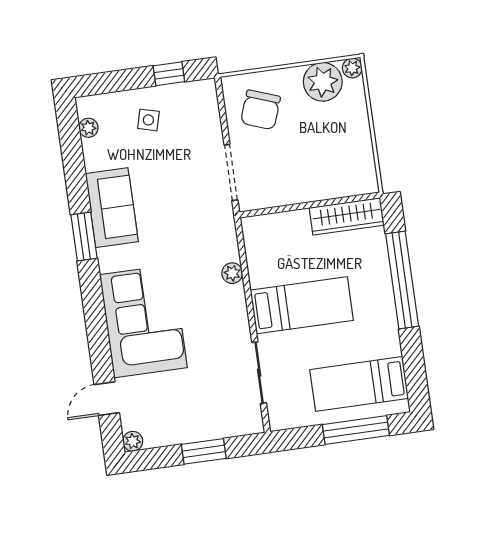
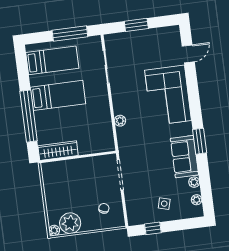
chair: (260, 110) -> (104, 208), width x0.54, depth x0.54
bed: (302, 305) -> (58, 95), moved, turned 180
window: (356, 430) -> (70, 33), moved
plant: (133, 441) -> (194, 182), moved

